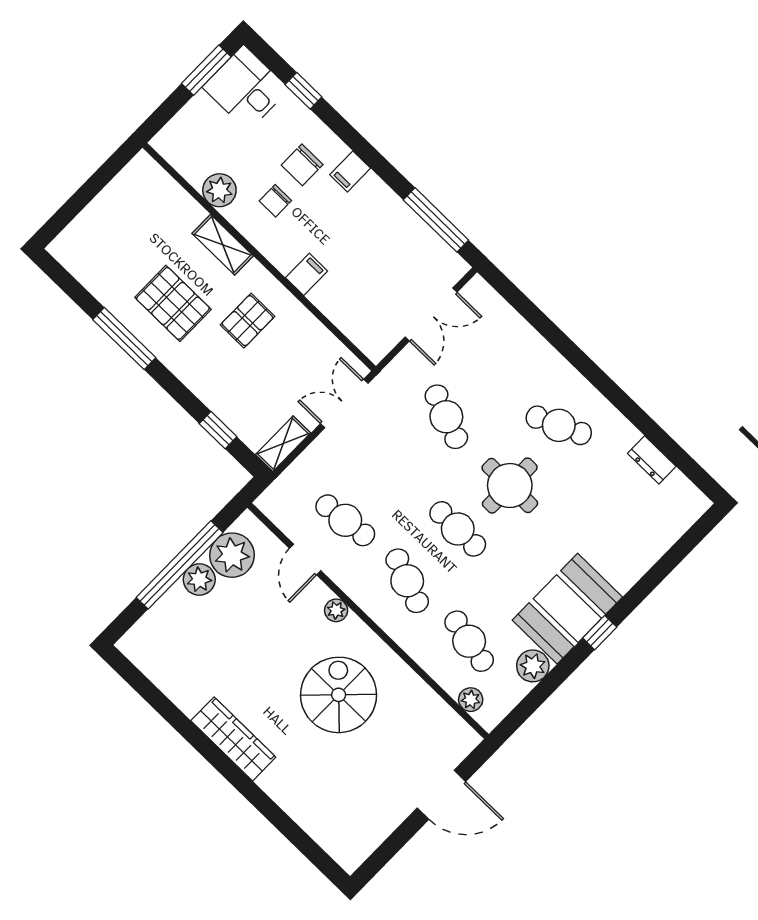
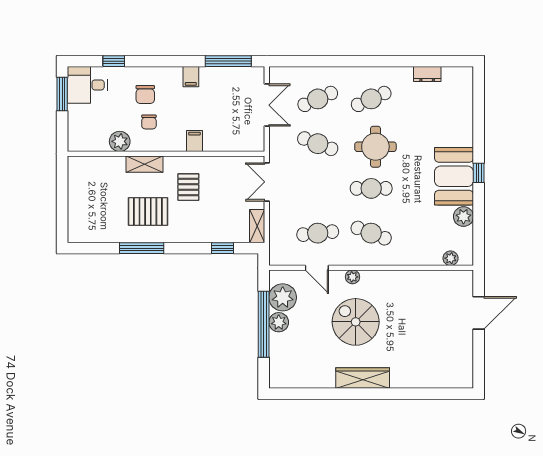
filing cabinet: (350, 171) -> (191, 77), moved
cafe table: (469, 641) -> (318, 99), moved, turned -36
spiral stairs: (339, 695) -> (356, 322), moved

